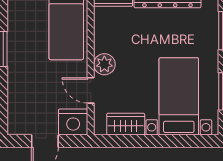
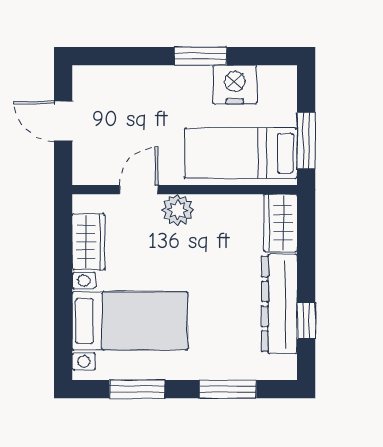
nightstand: (73, 122) -> (235, 85), moved, turned 90

